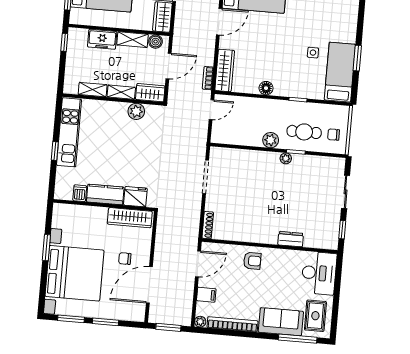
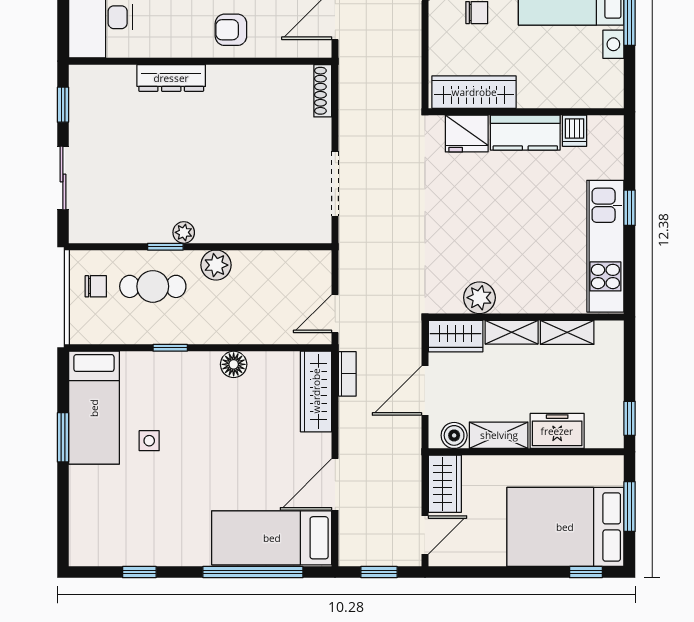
dresser: (291, 239) -> (171, 78), width x1.44

